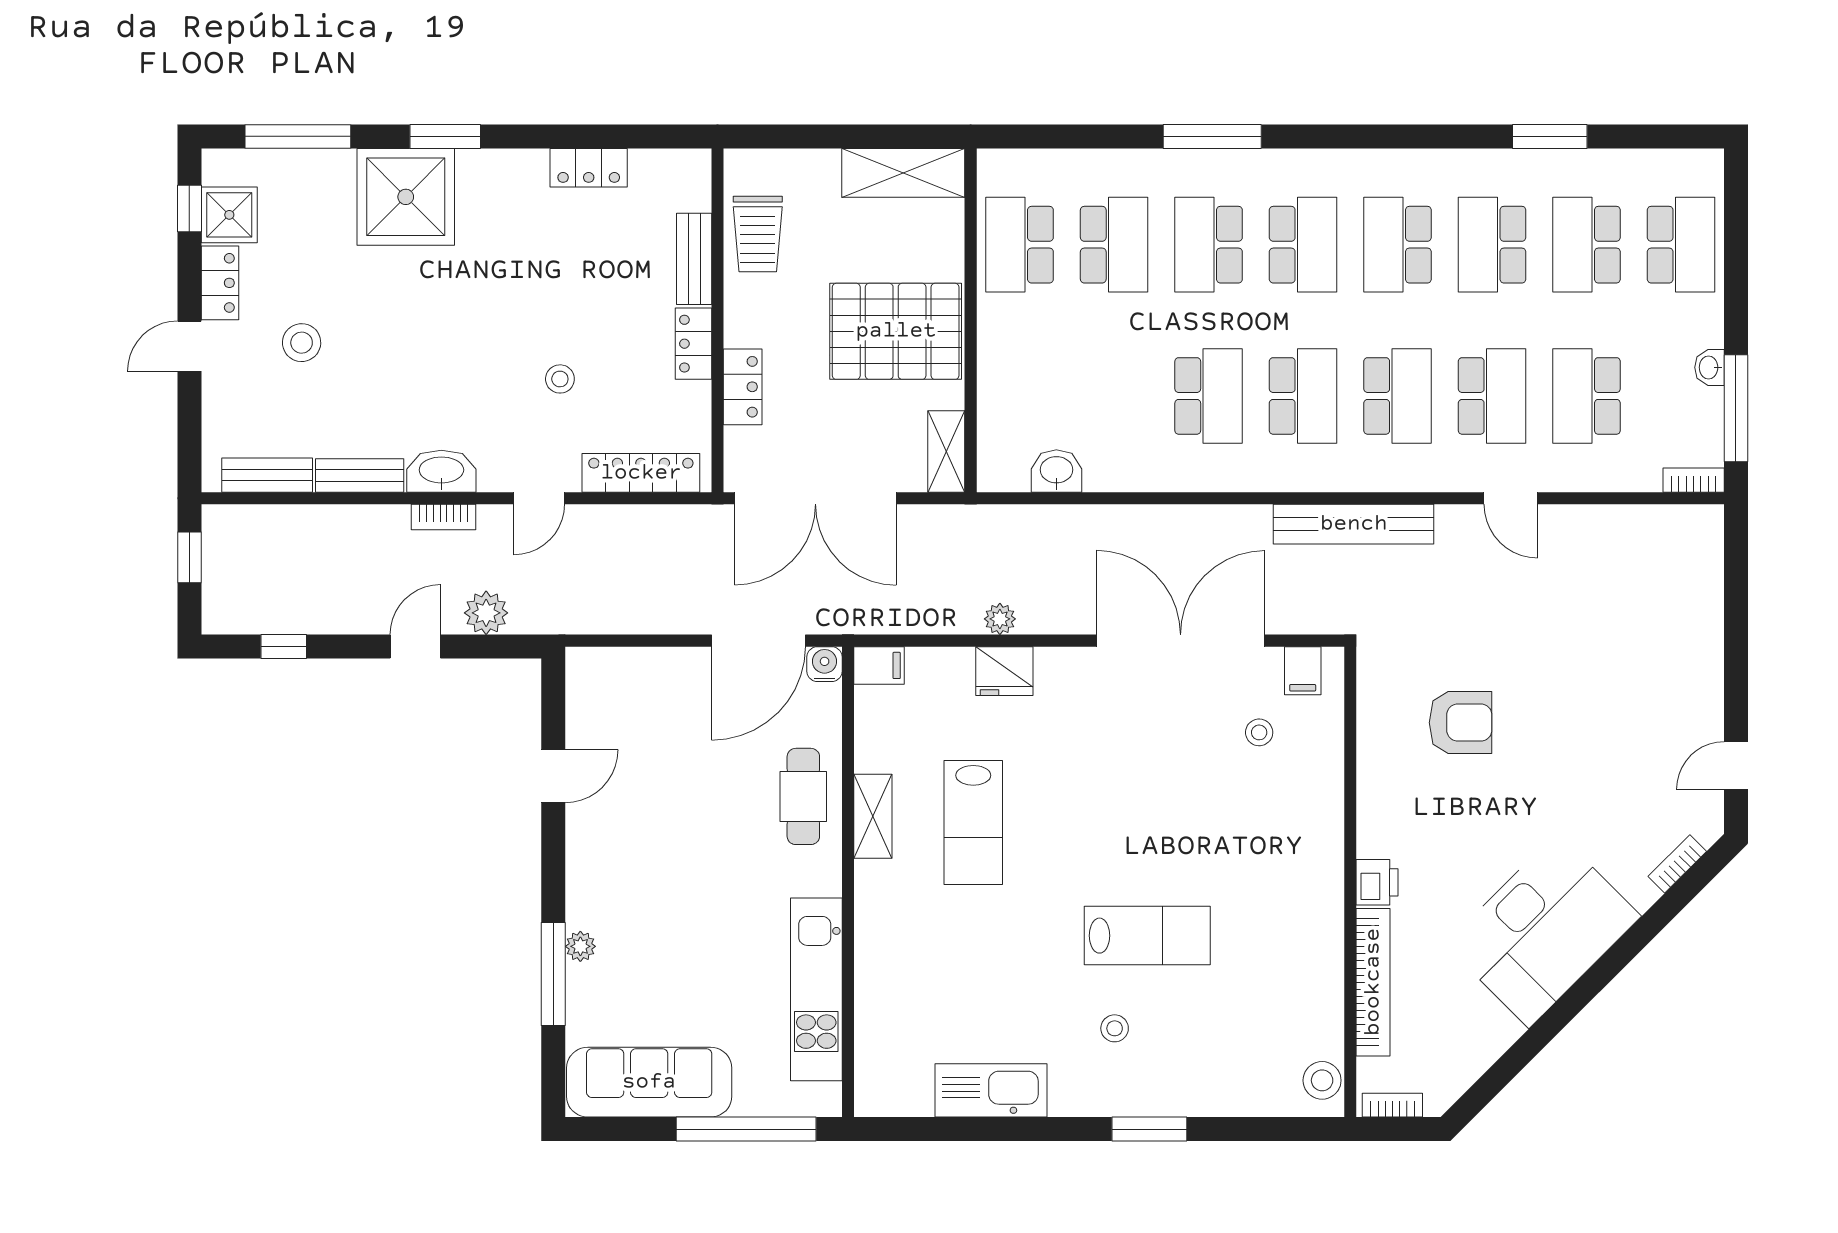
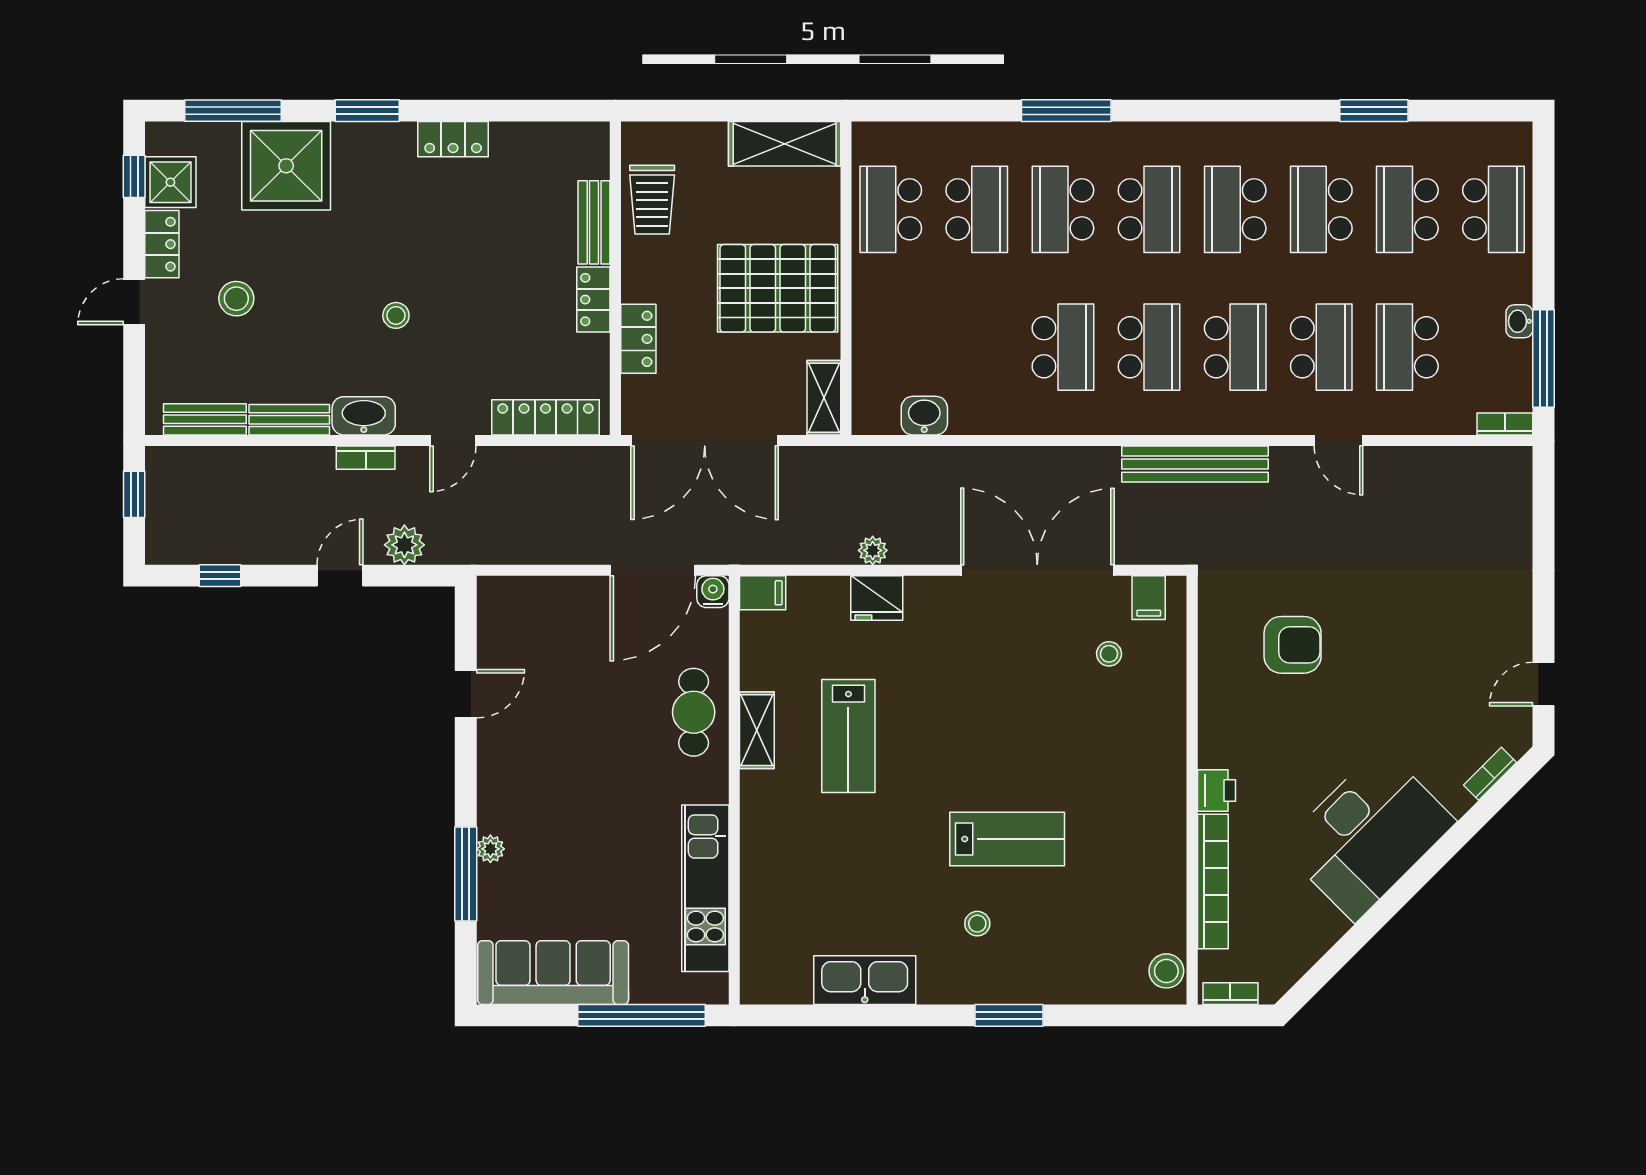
locker: (589, 168) -> (453, 139), moved
shower: (406, 197) -> (286, 166), moved
stool: (560, 379) -> (396, 315), moved

